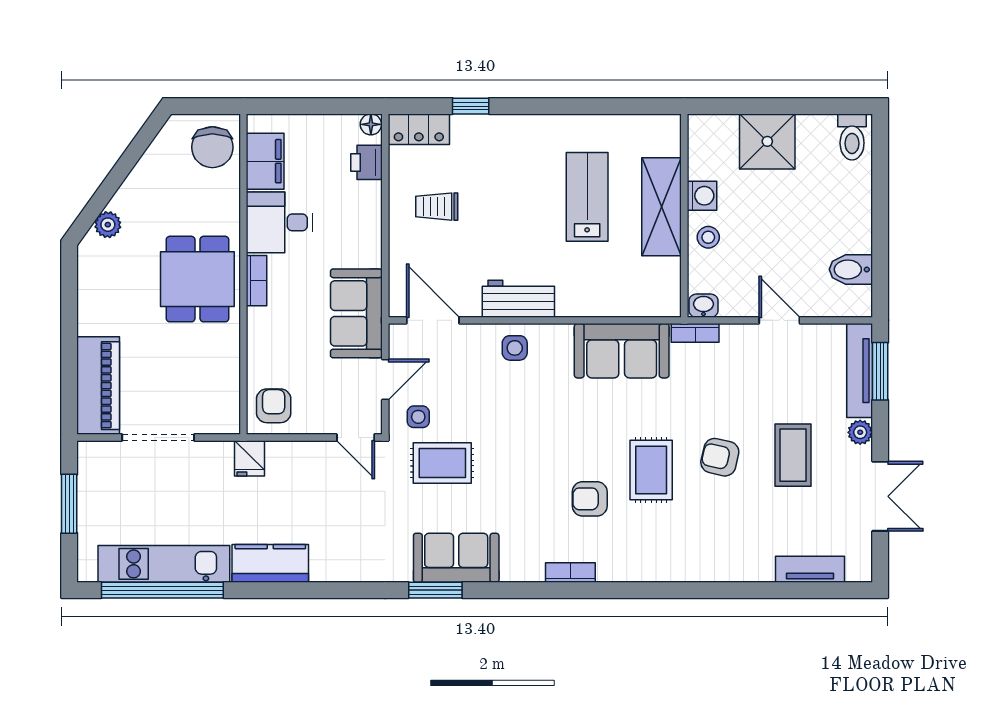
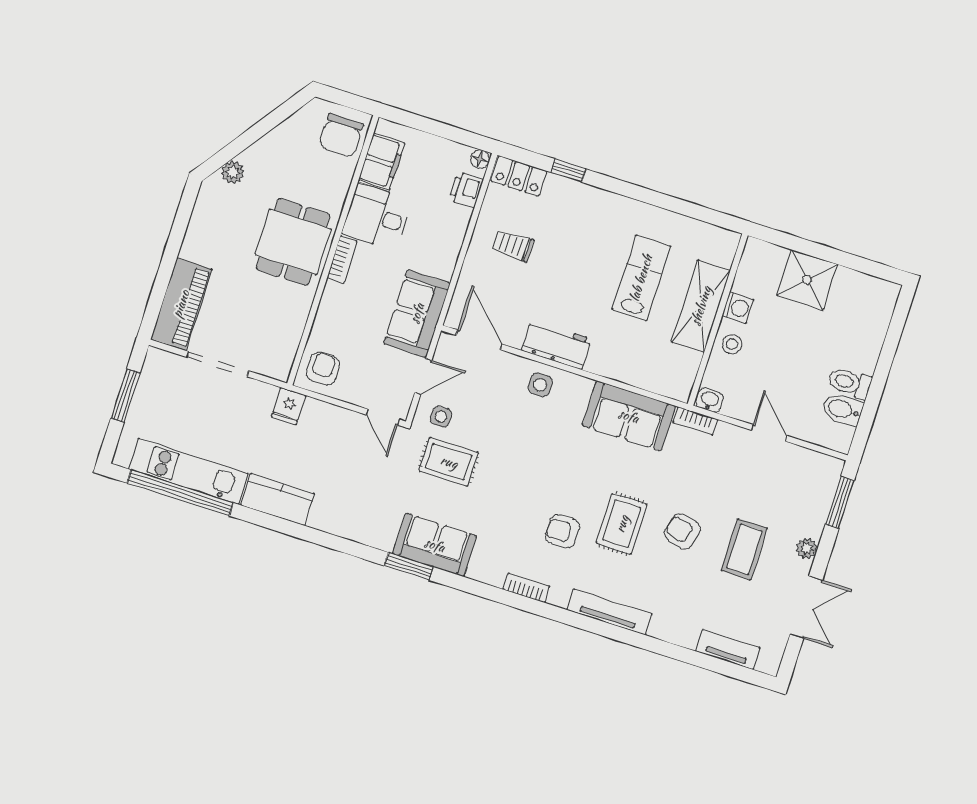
toilet: (852, 137) -> (850, 383), moved, turned 90
tv unit: (860, 371) -> (609, 612), moved, turned 90

